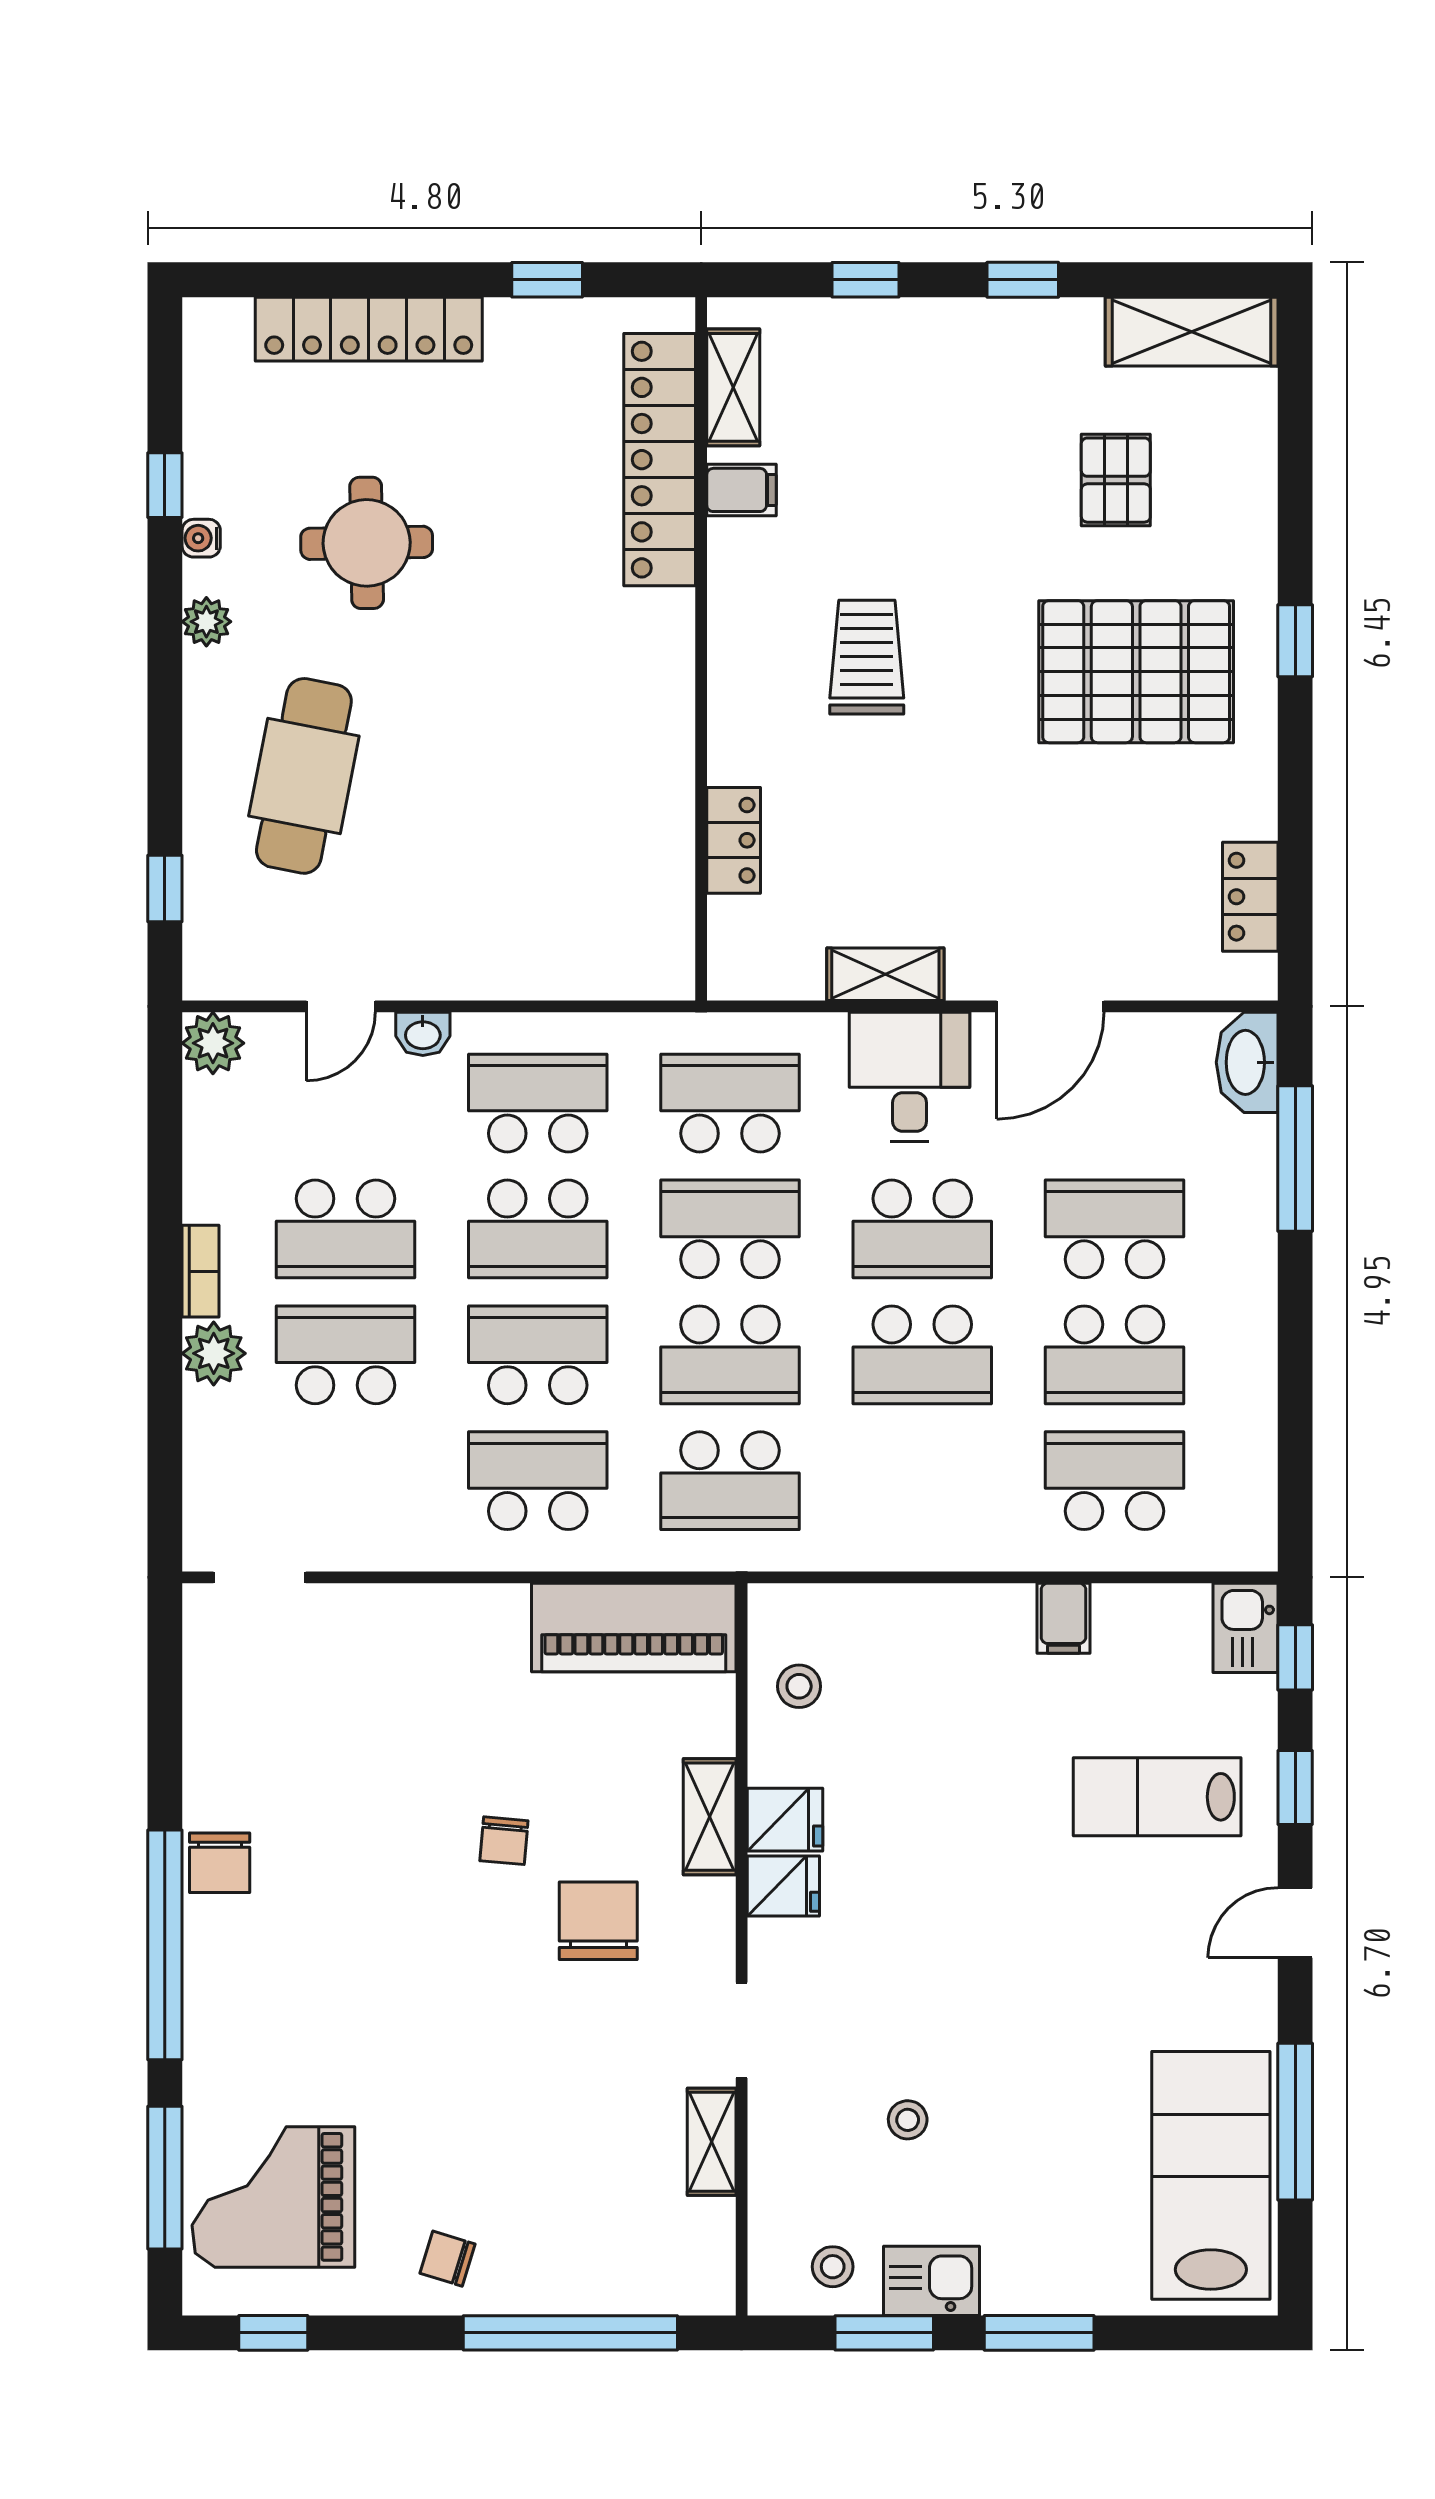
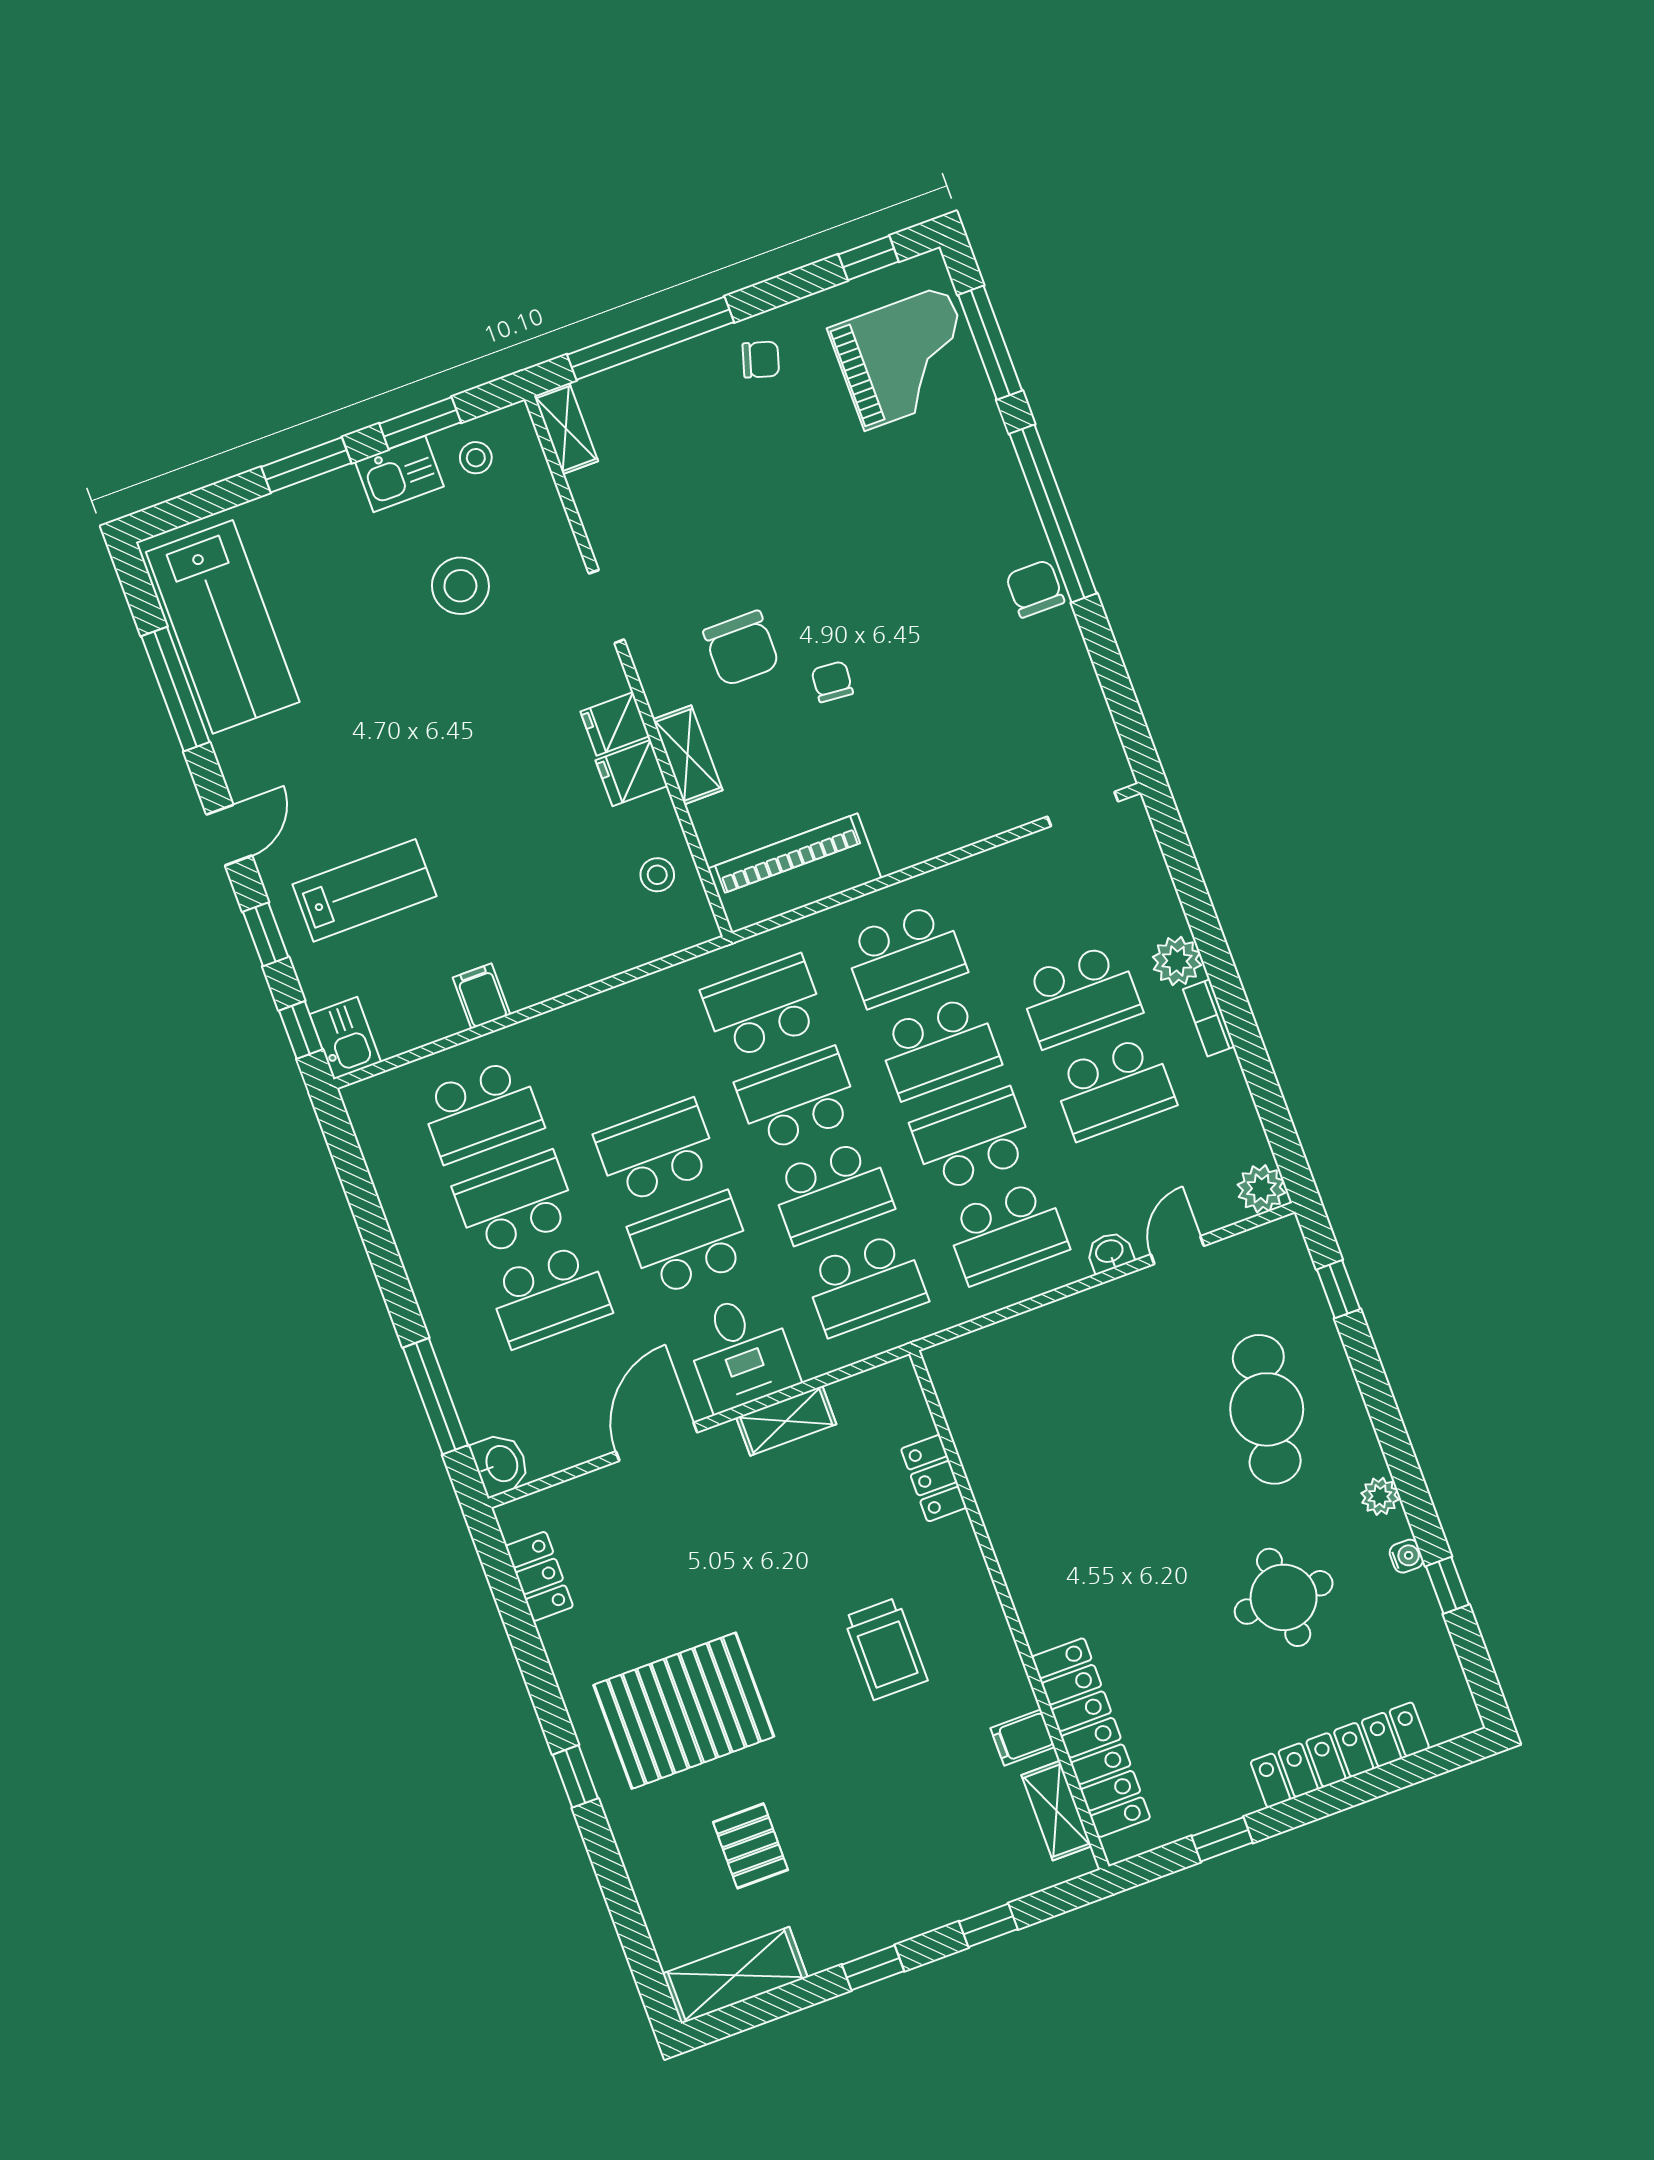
washbasin: (1247, 1062) -> (501, 1464), width x0.72
school desk: (346, 1229) -> (1114, 1088), turned 180
stool: (908, 2120) -> (460, 586), width x1.89, depth x1.89
shelving: (712, 2142) -> (566, 429), moved

